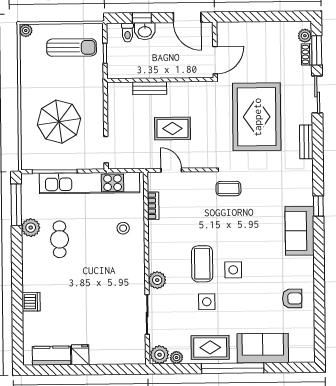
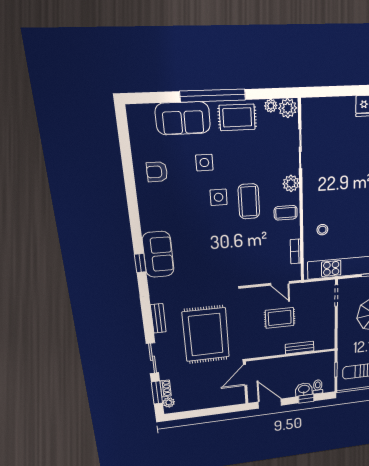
coffee table: (228, 189) -> (286, 213), moved
sofa: (300, 231) -> (158, 254), moved
side table: (207, 302) -> (204, 163), moved

